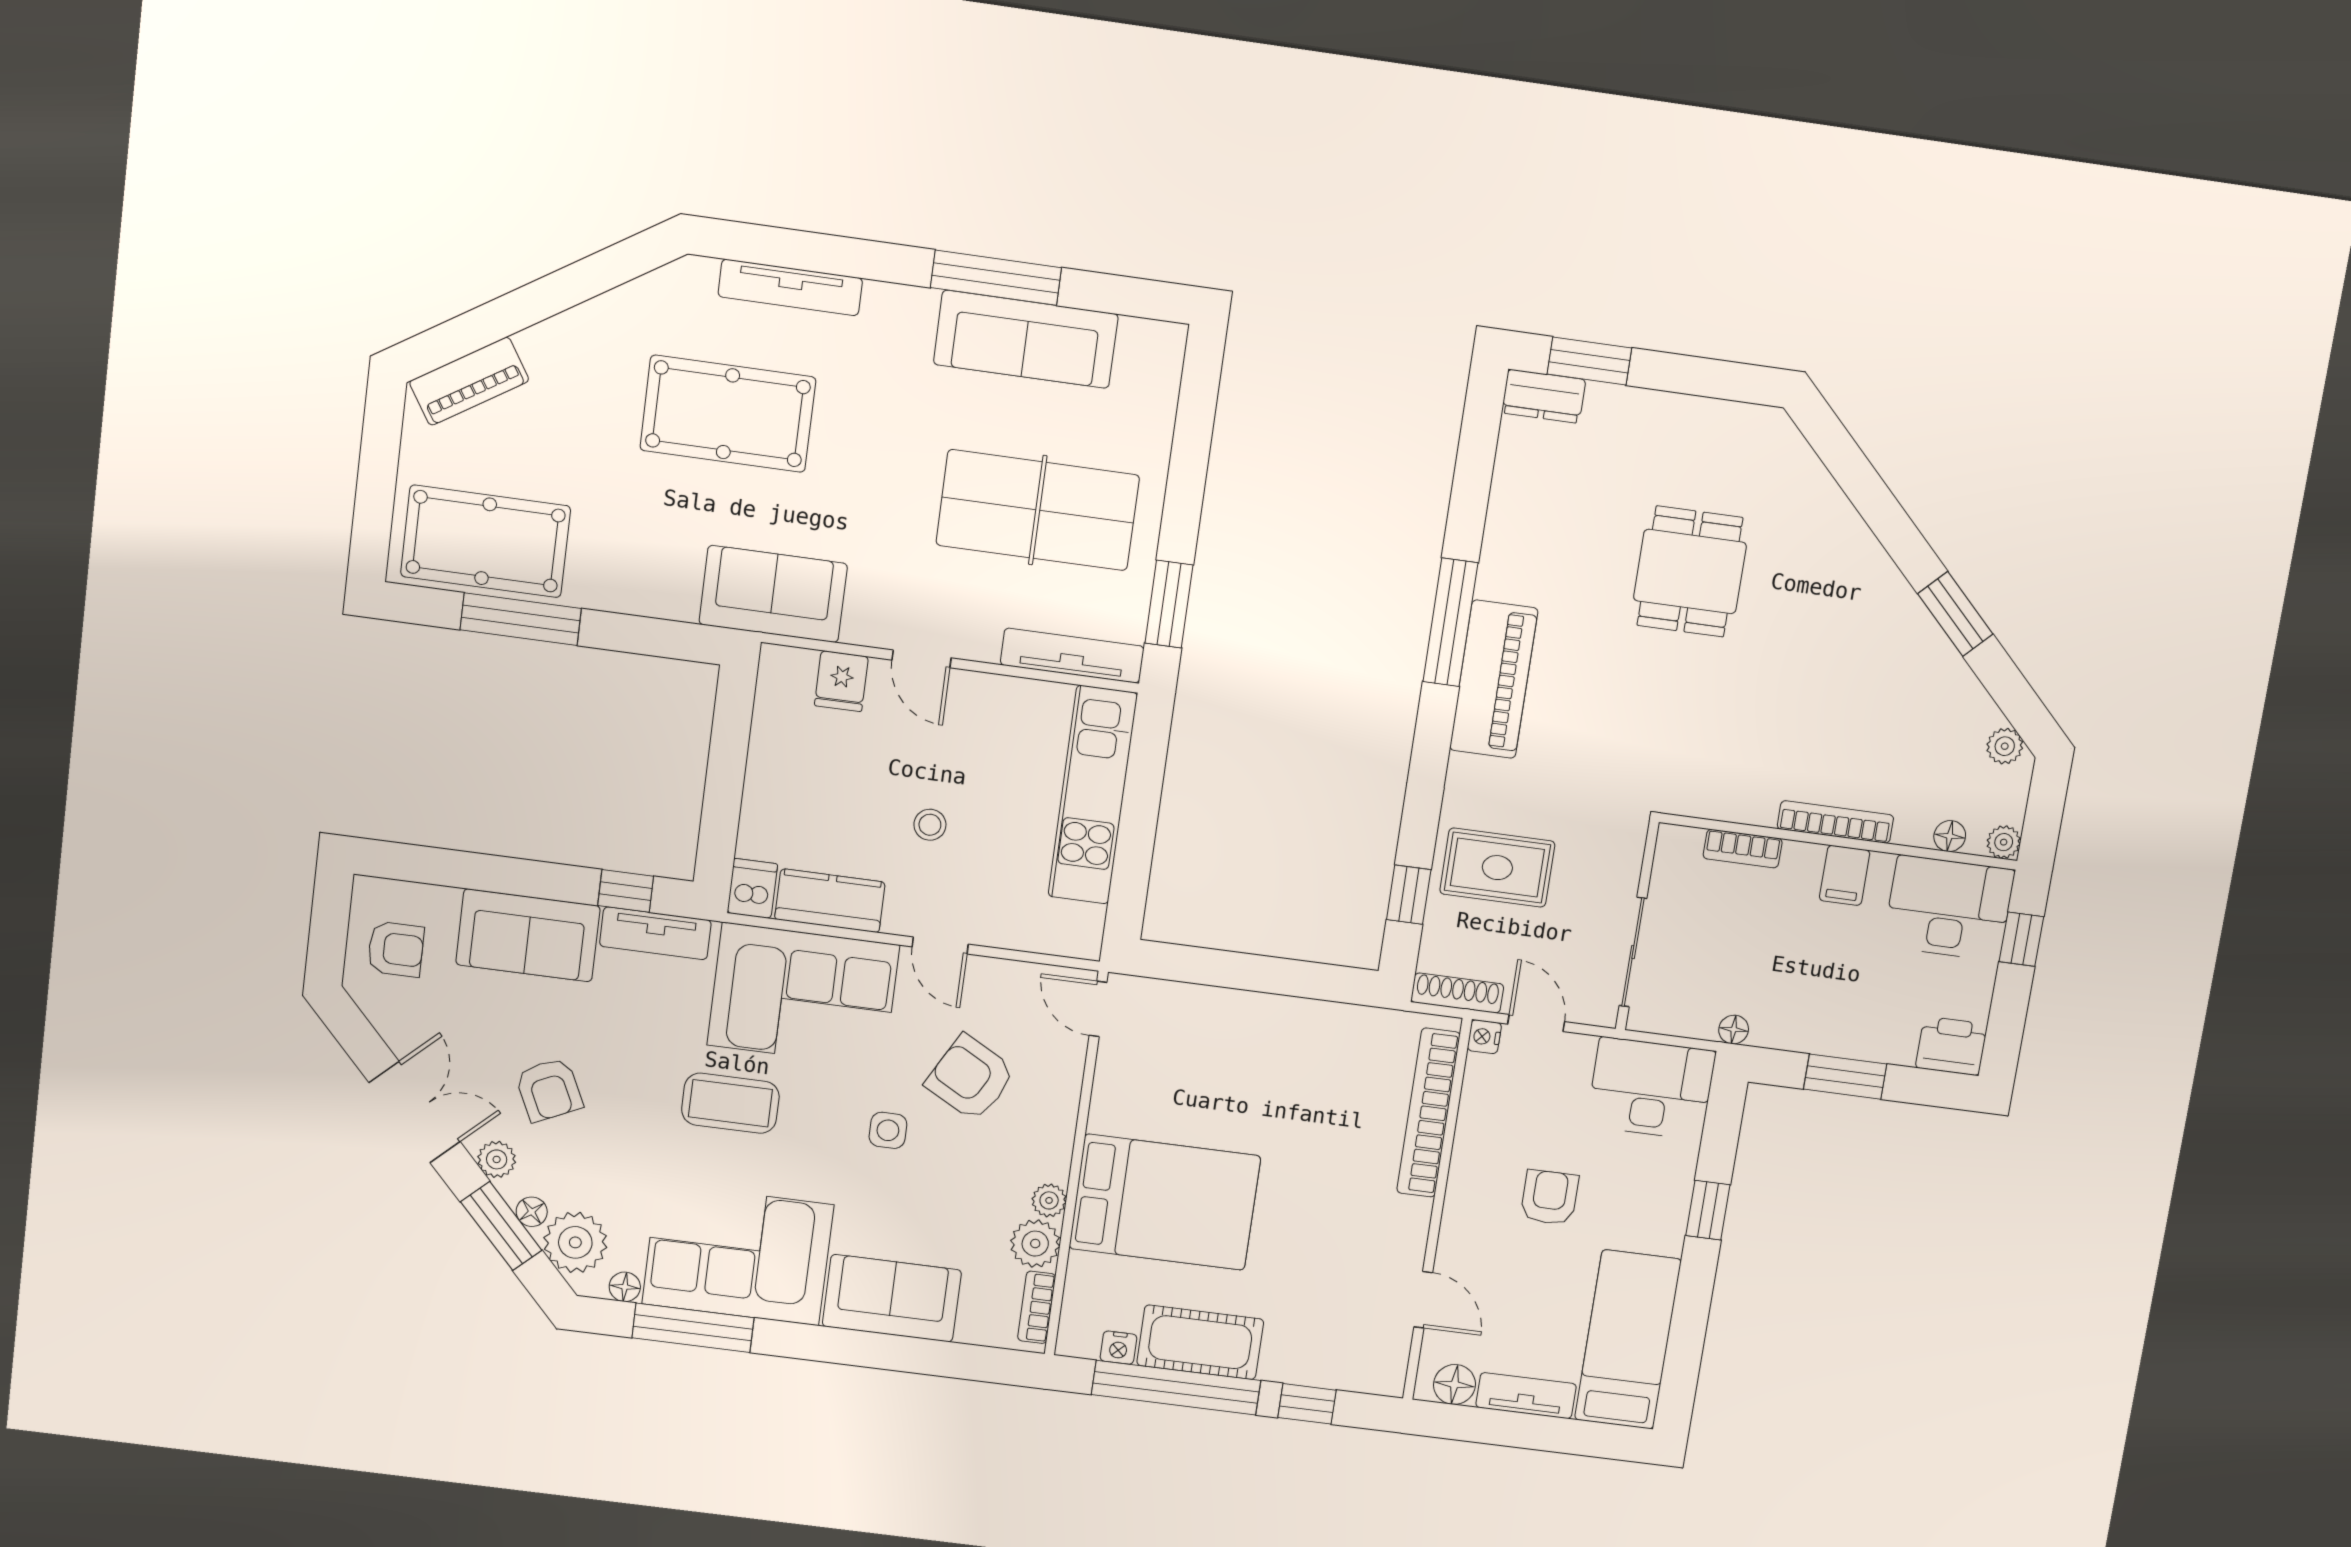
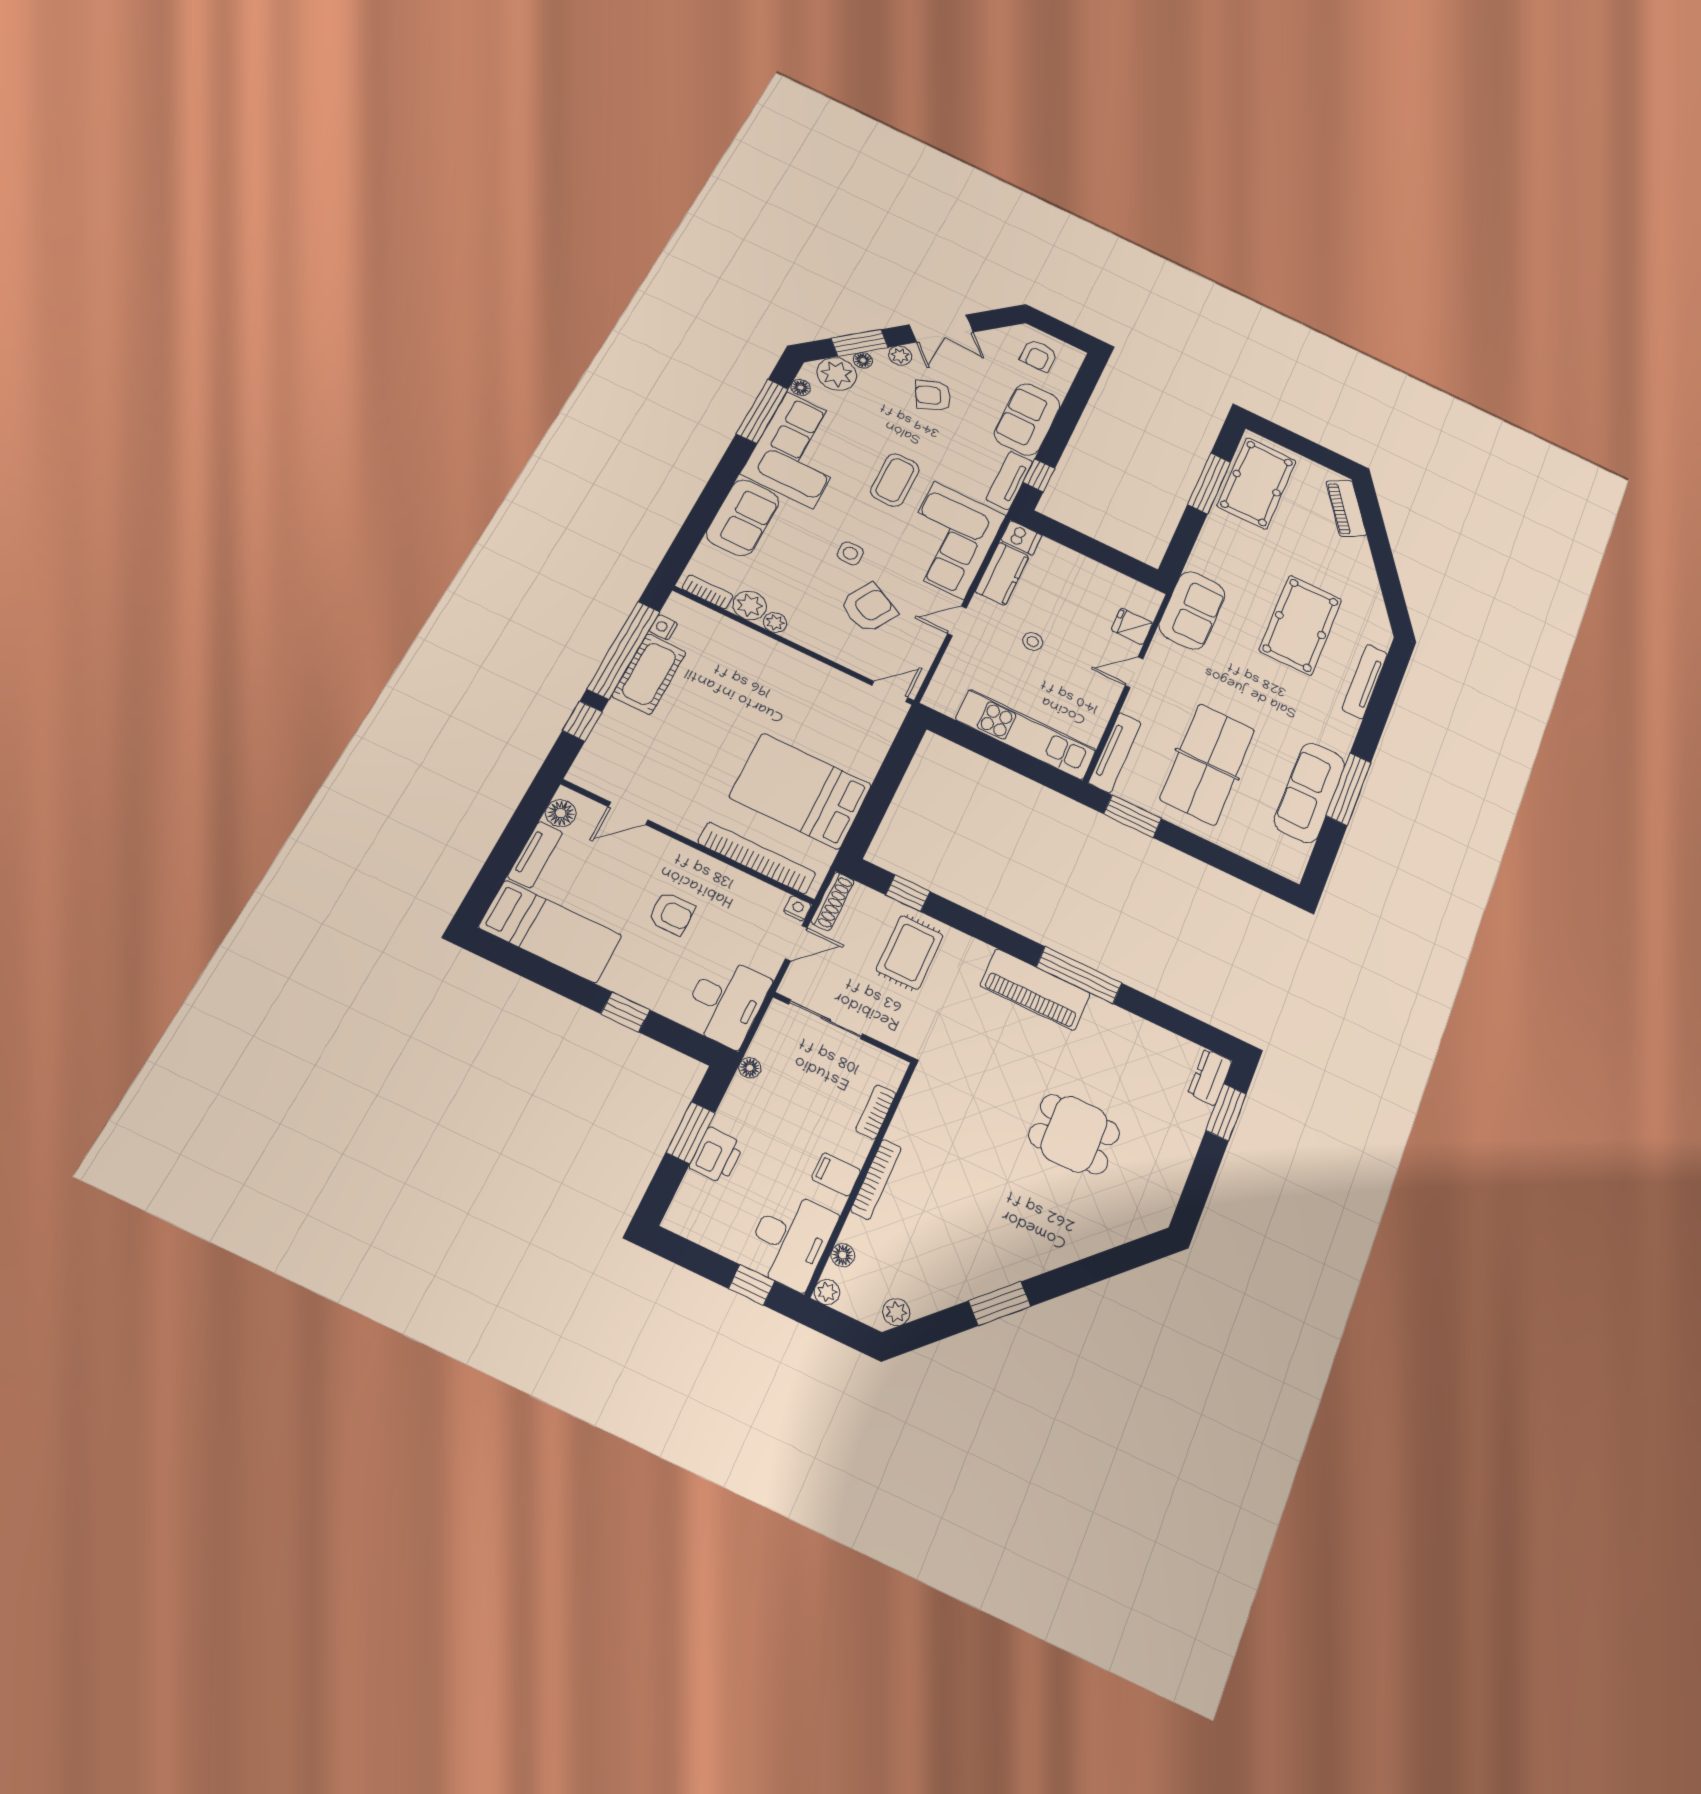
printer: (1952, 1046) -> (717, 1155), moved
bed: (1165, 1202) -> (801, 791), moved, turned 90

